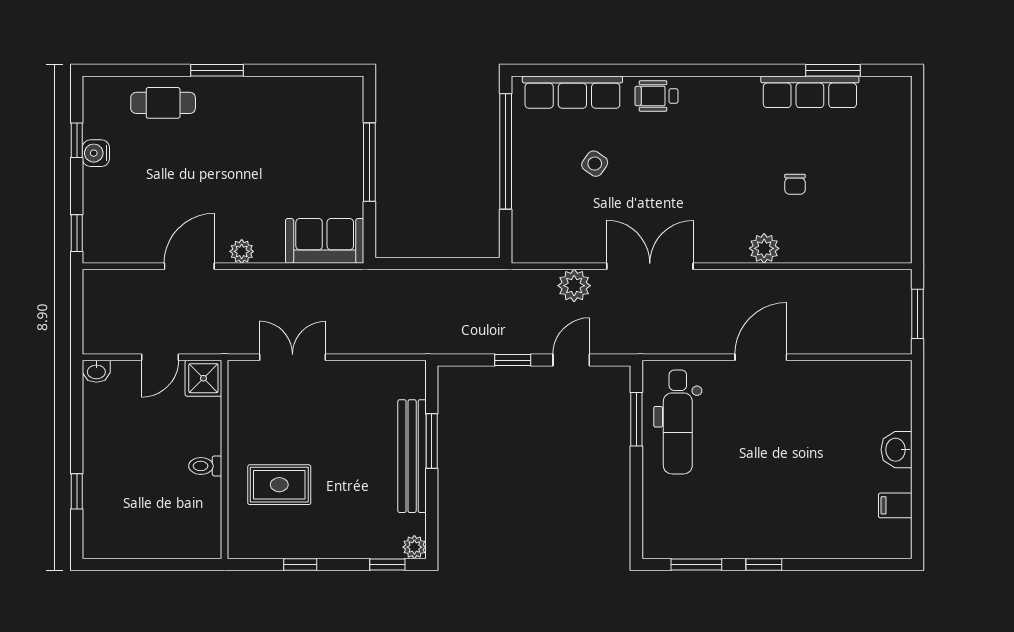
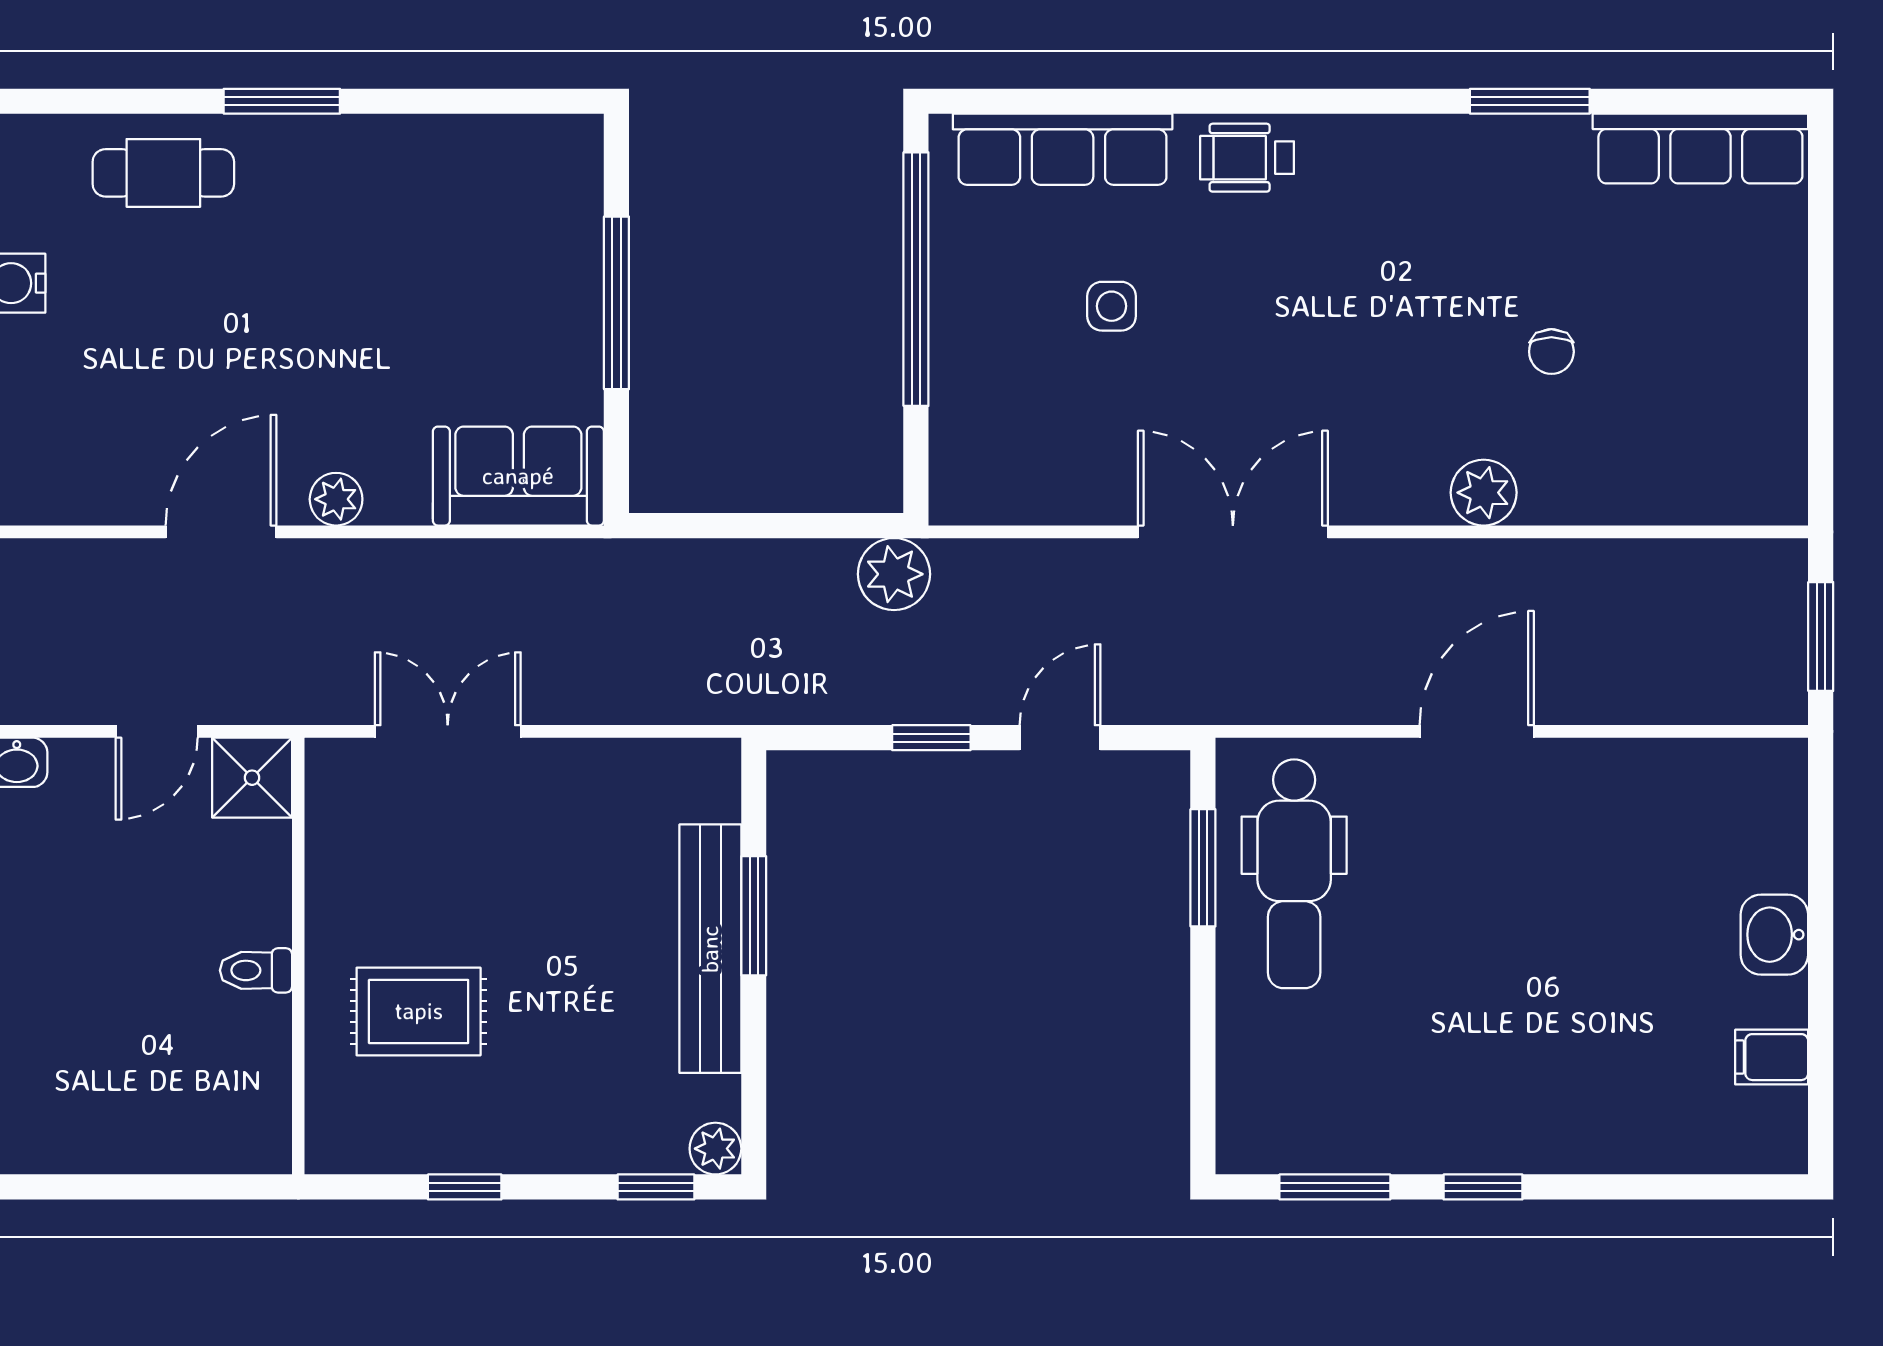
window: (833, 70) -> (1530, 101), moved
row of seats: (810, 92) -> (1700, 149), moved
side table: (595, 164) -> (1112, 306), turned -35
plant: (574, 286) -> (894, 574), moved

